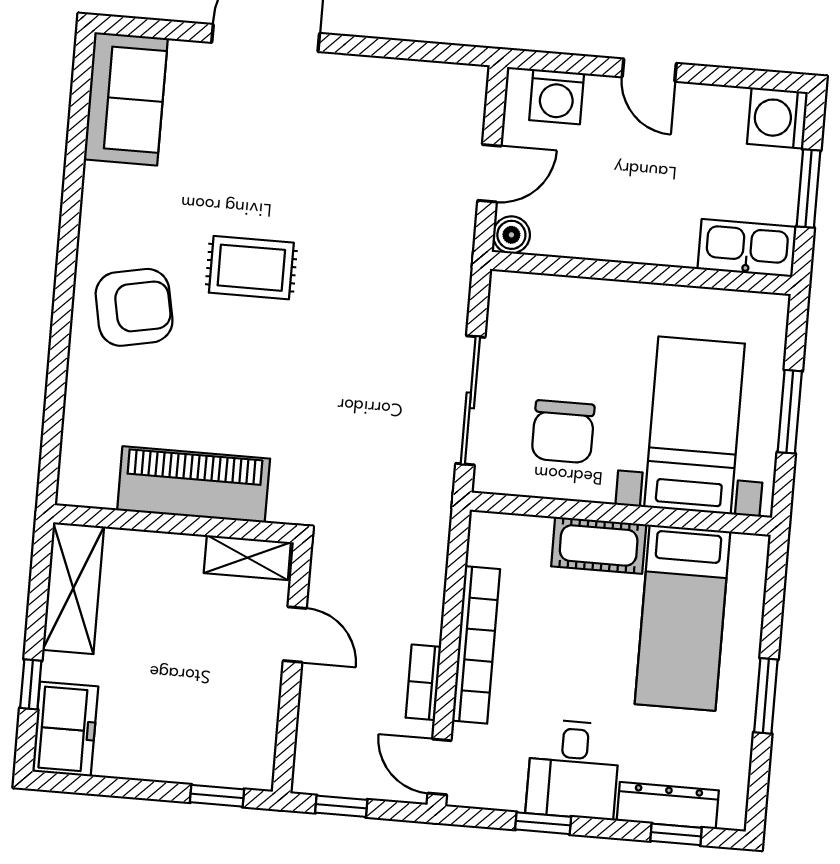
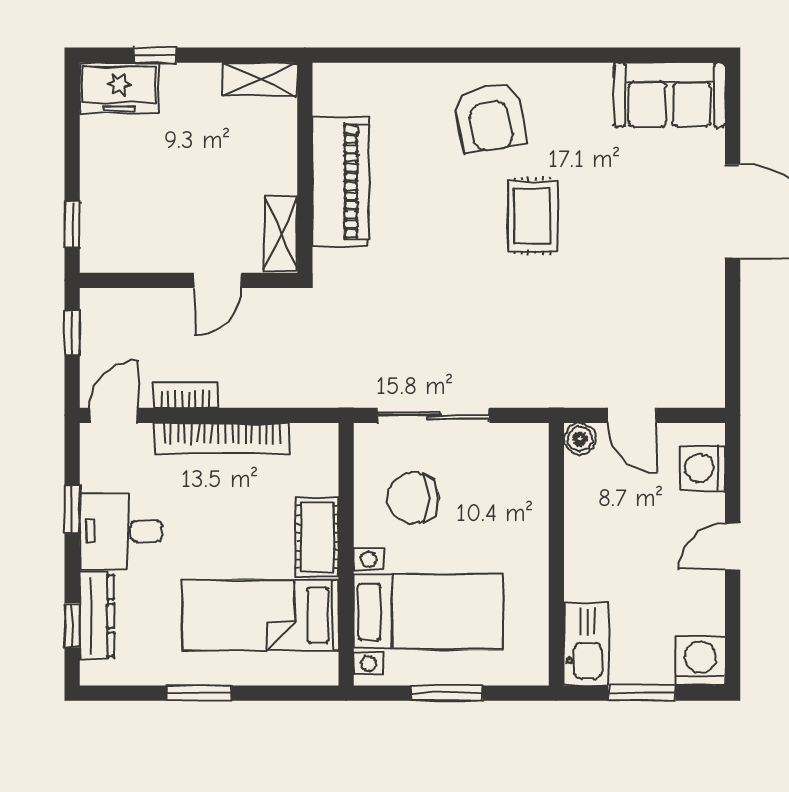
shelving: (73, 588) -> (260, 79), width x0.67, depth x0.75

